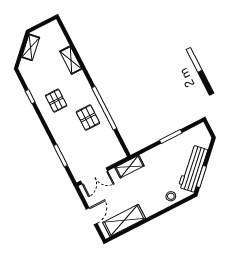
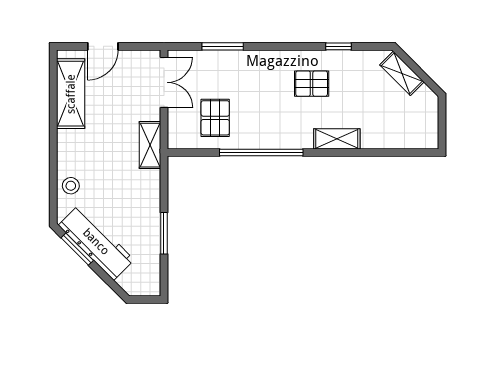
shelving: (31, 47) -> (402, 73), moved
shelving: (71, 60) -> (337, 139), moved
pallet: (88, 118) -> (215, 118), moved, turned 90
double door: (94, 176) -> (164, 82), swing flipped
door: (92, 216) -> (103, 46), hinge flipped

